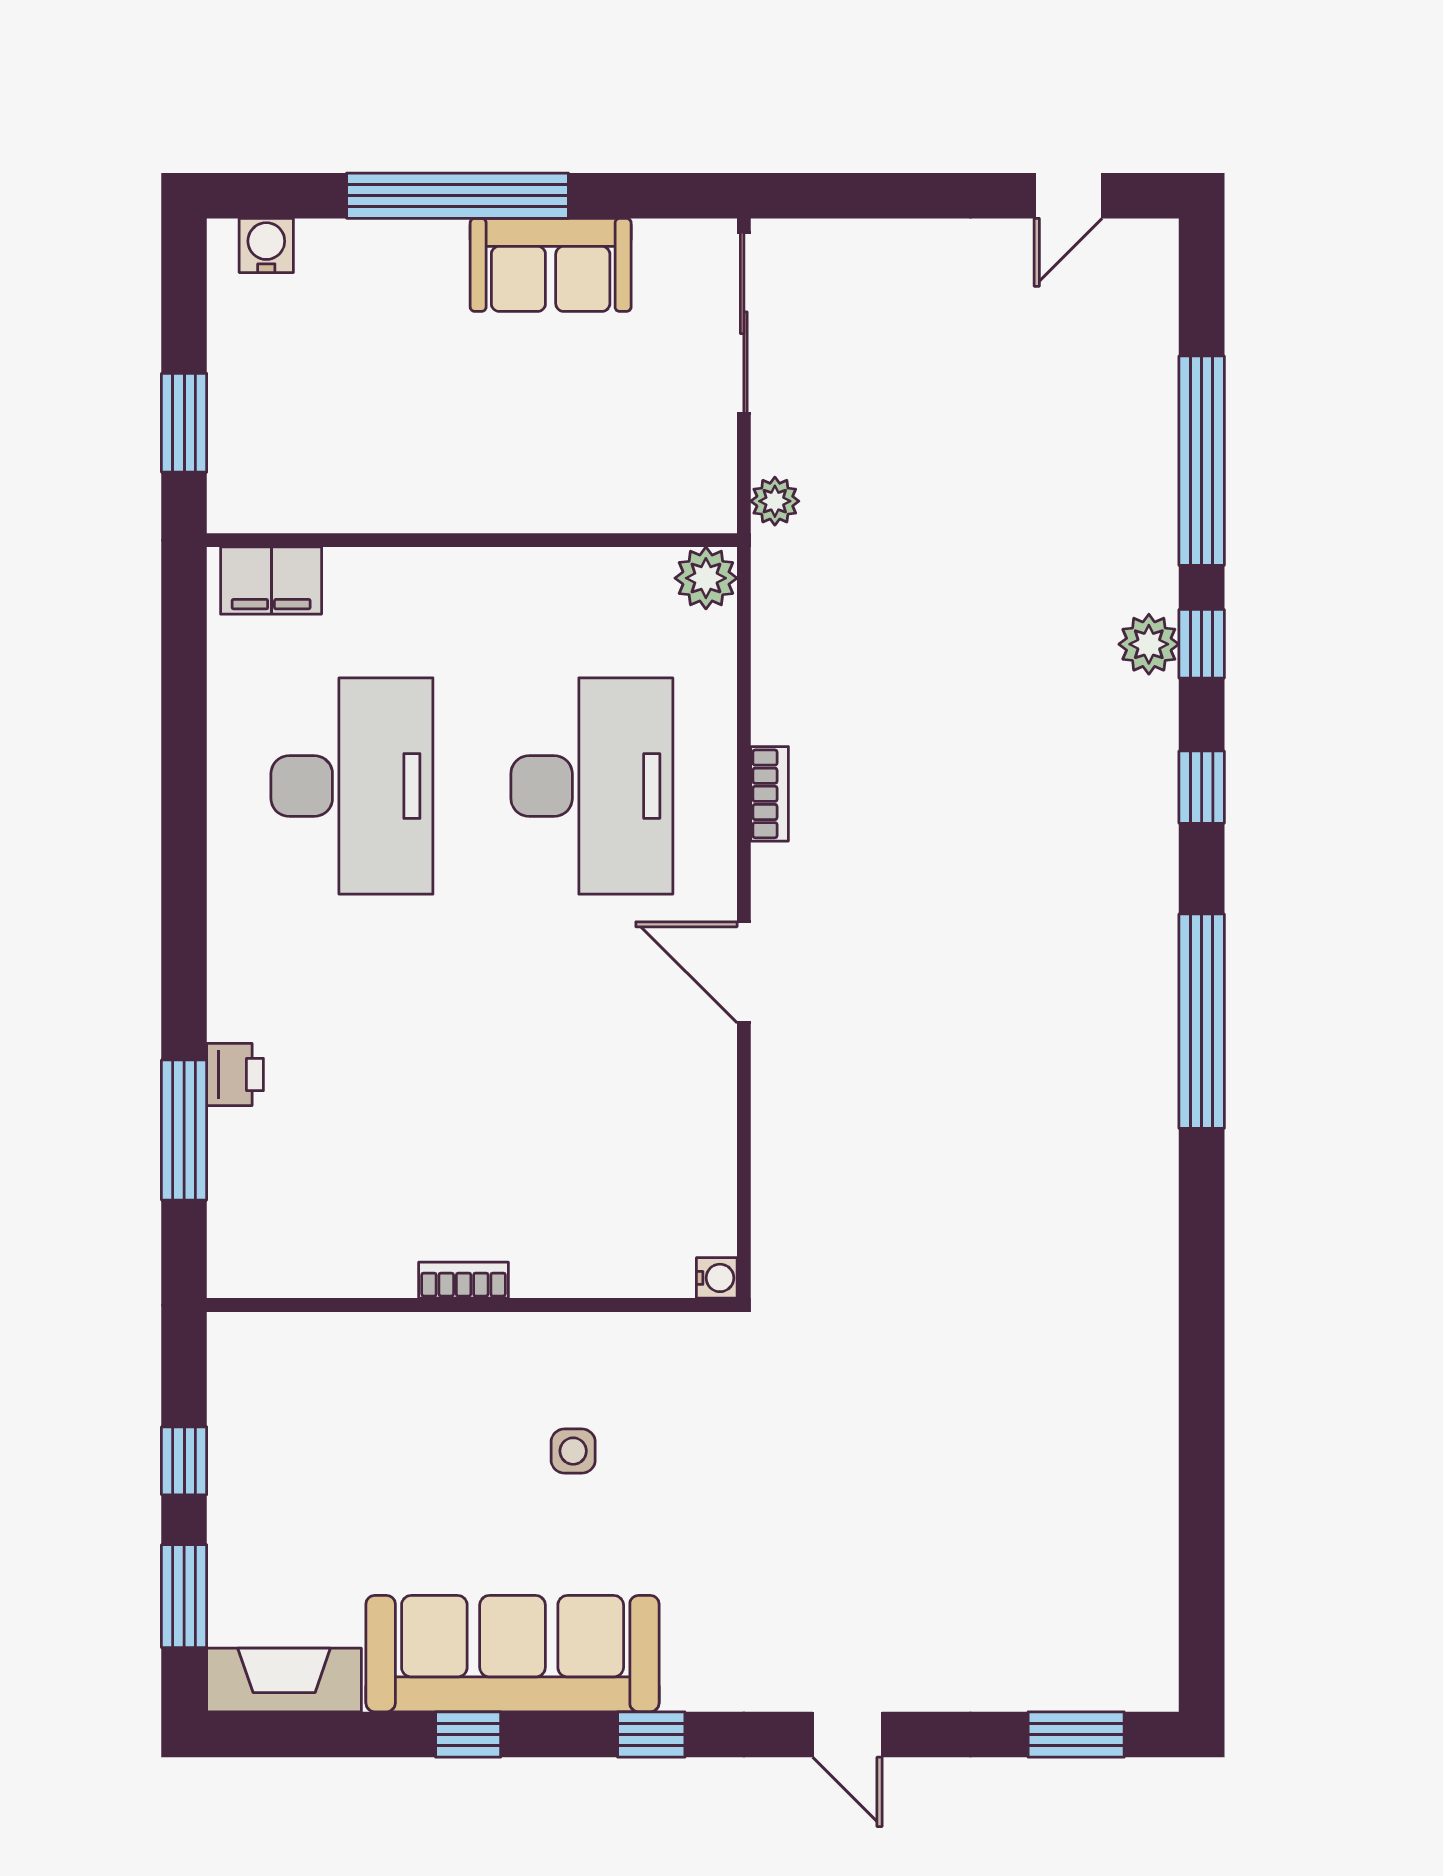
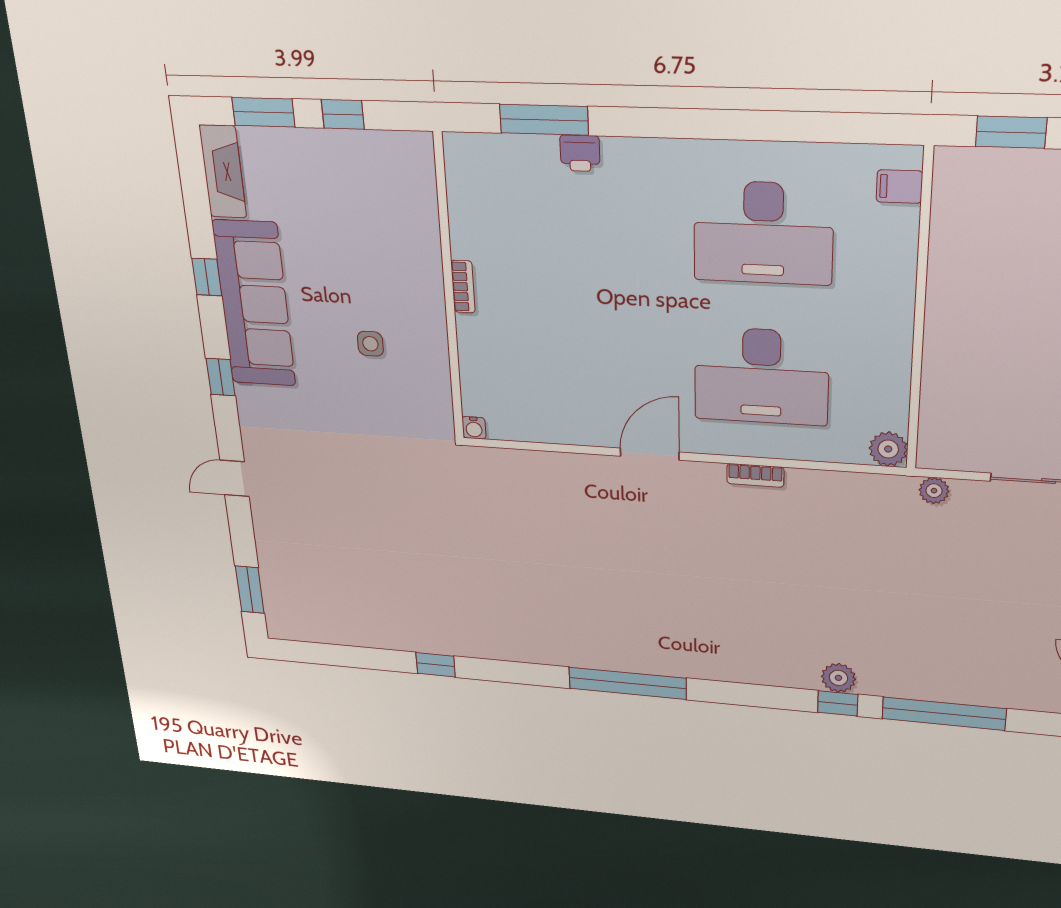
filing cabinet: (271, 581) -> (899, 187), width x0.50
window: (1202, 787) -> (436, 665), moved

